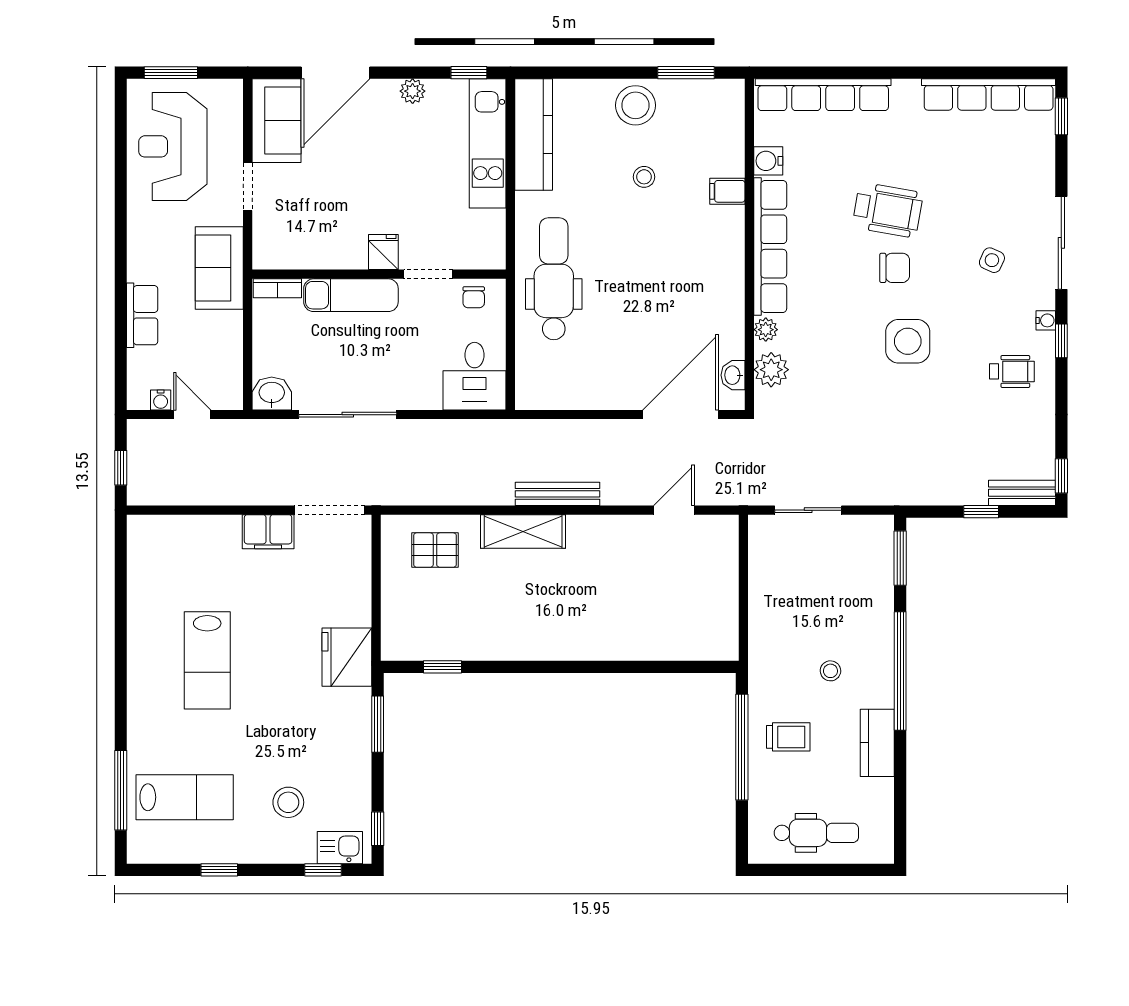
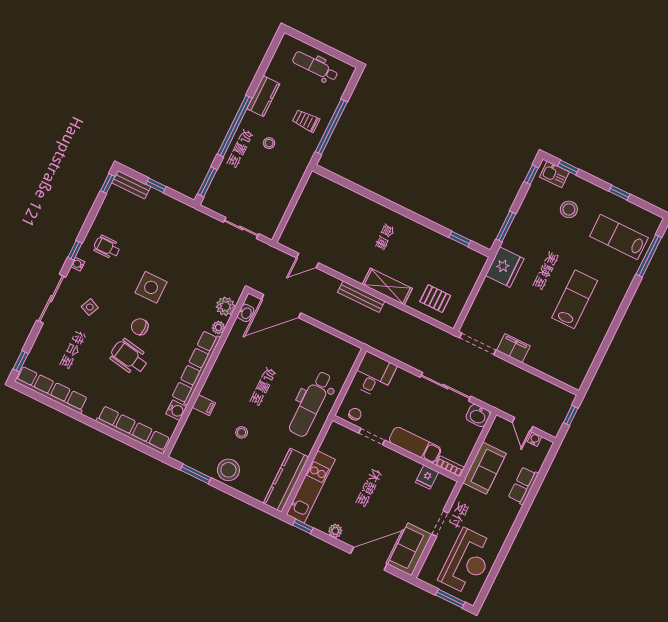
fridge: (383, 252) -> (427, 477), moved
sofa: (219, 268) -> (484, 468), moved

